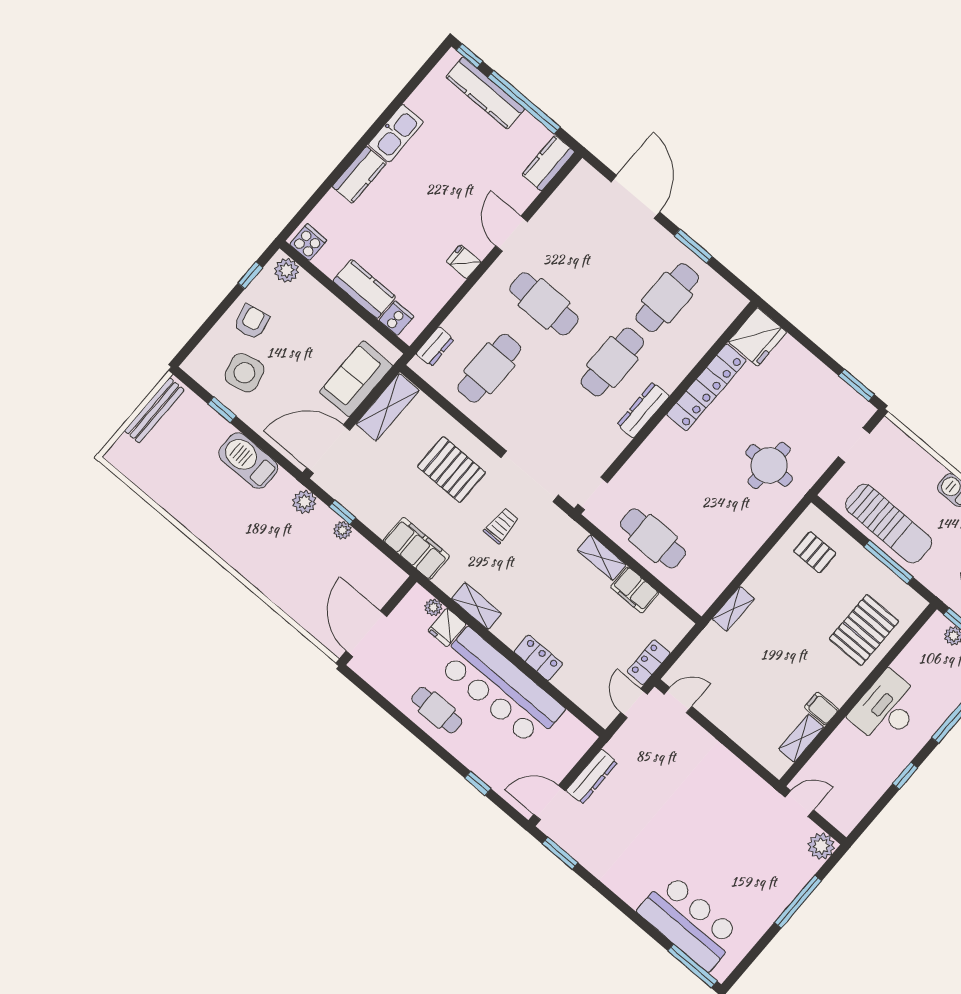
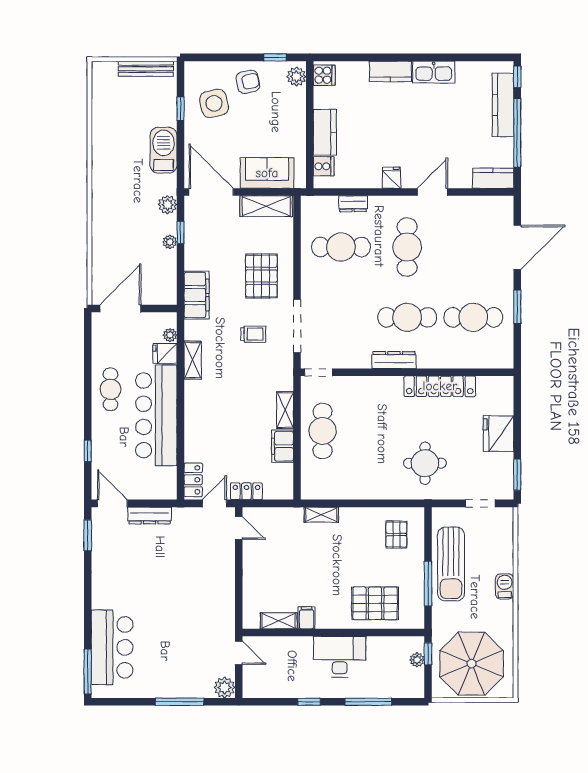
fridge: (757, 337) -> (498, 434), moved, turned 90
dresser: (435, 347) -> (353, 204), moved
locker: (538, 658) -> (193, 480), moved

